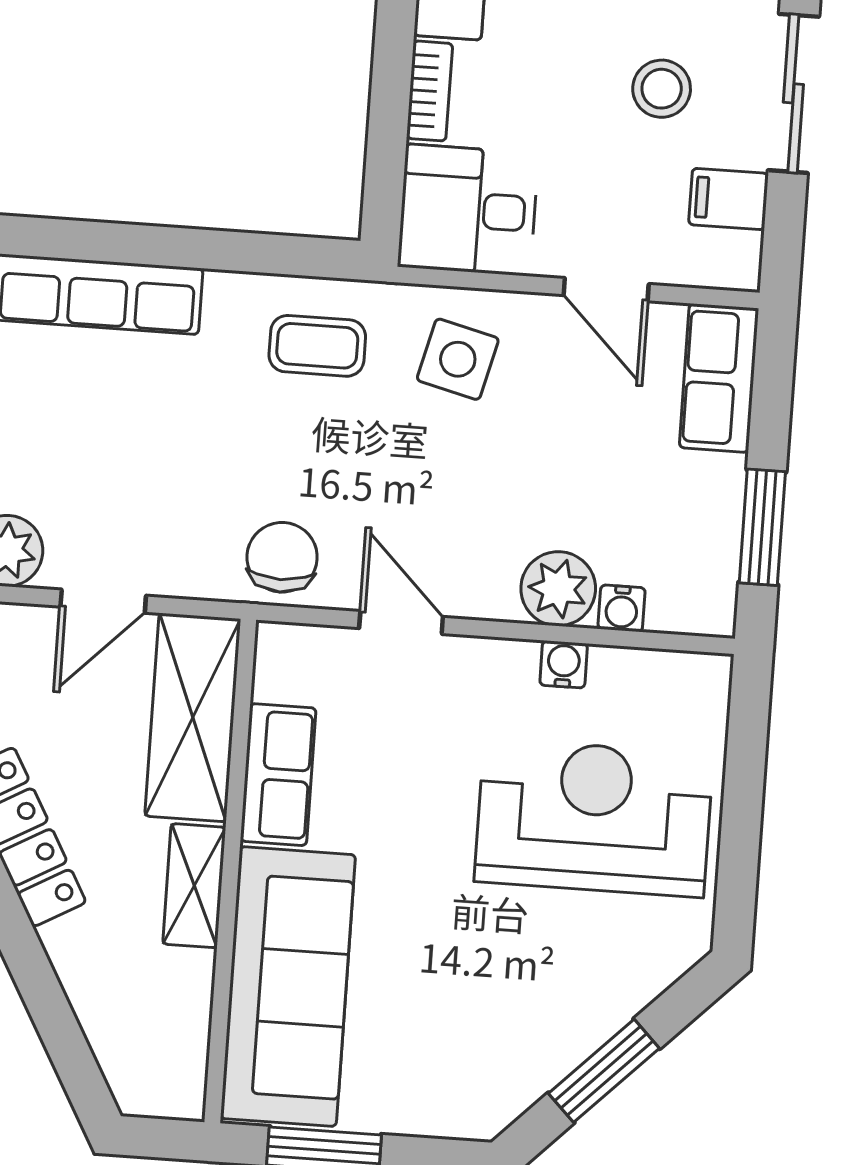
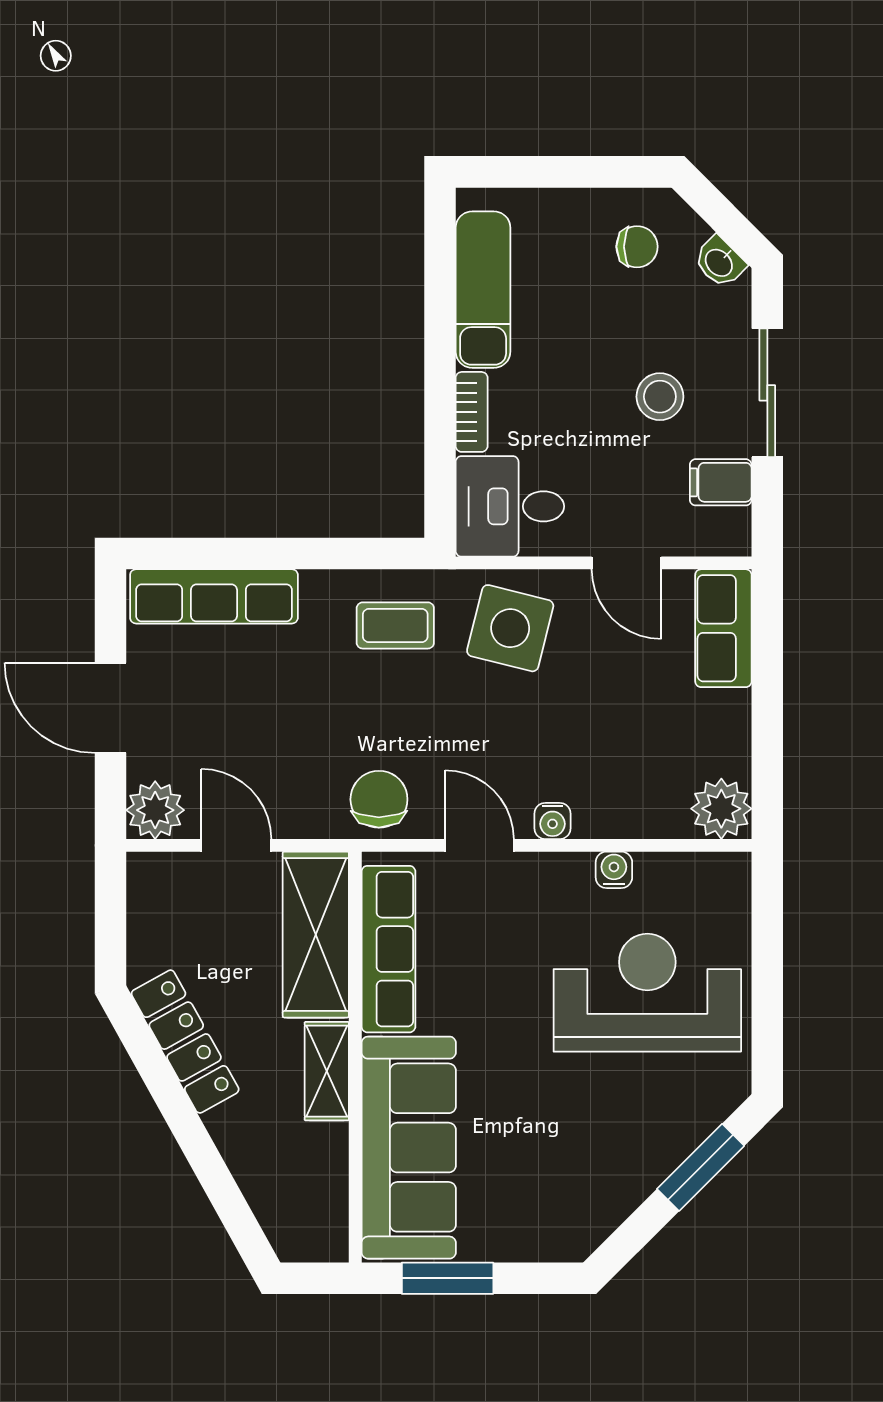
side table: (458, 359) -> (510, 628), width x1.37, depth x1.37
window: (762, 527) -> (767, 747), removed
plant: (558, 589) -> (721, 809), moved
door: (103, 601) -> (236, 845), swing flipped
water cooler: (622, 608) -> (553, 821), moved
row of seats: (278, 775) -> (388, 949), width x1.48
window: (604, 1071) -> (701, 1167), moved

